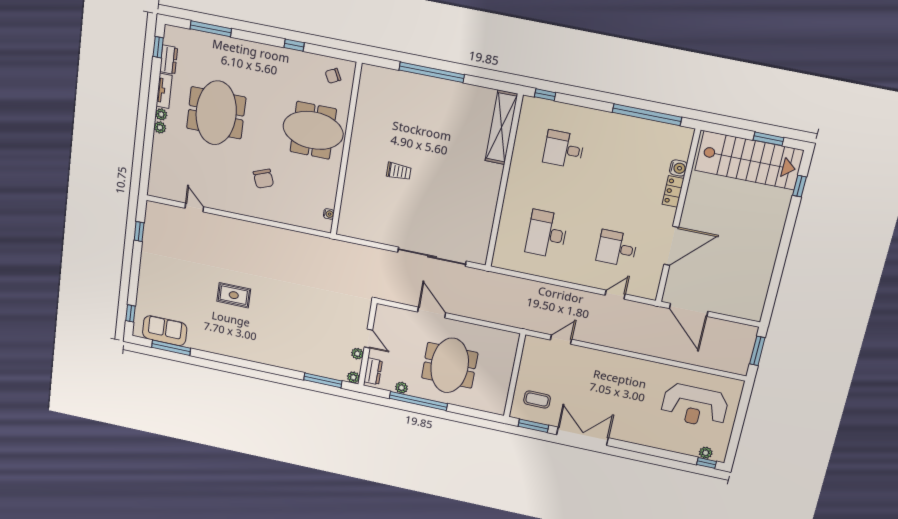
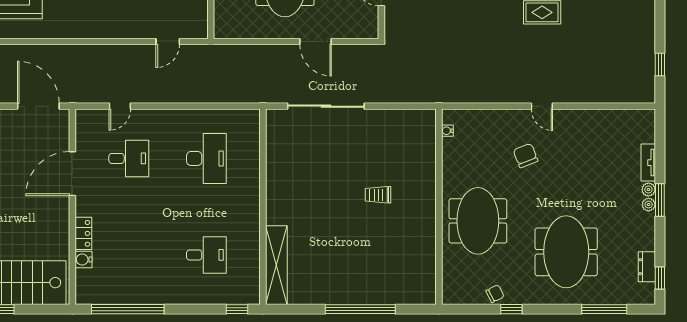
chair: (333, 76) -> (495, 294), moved
tv unit: (164, 91) -> (648, 163), moved
meeting table: (216, 113) -> (566, 252), moved
window: (151, 116) -> (660, 200), added
meeting table: (313, 130) -> (478, 221), turned 90
door: (194, 207) -> (542, 106), moved

